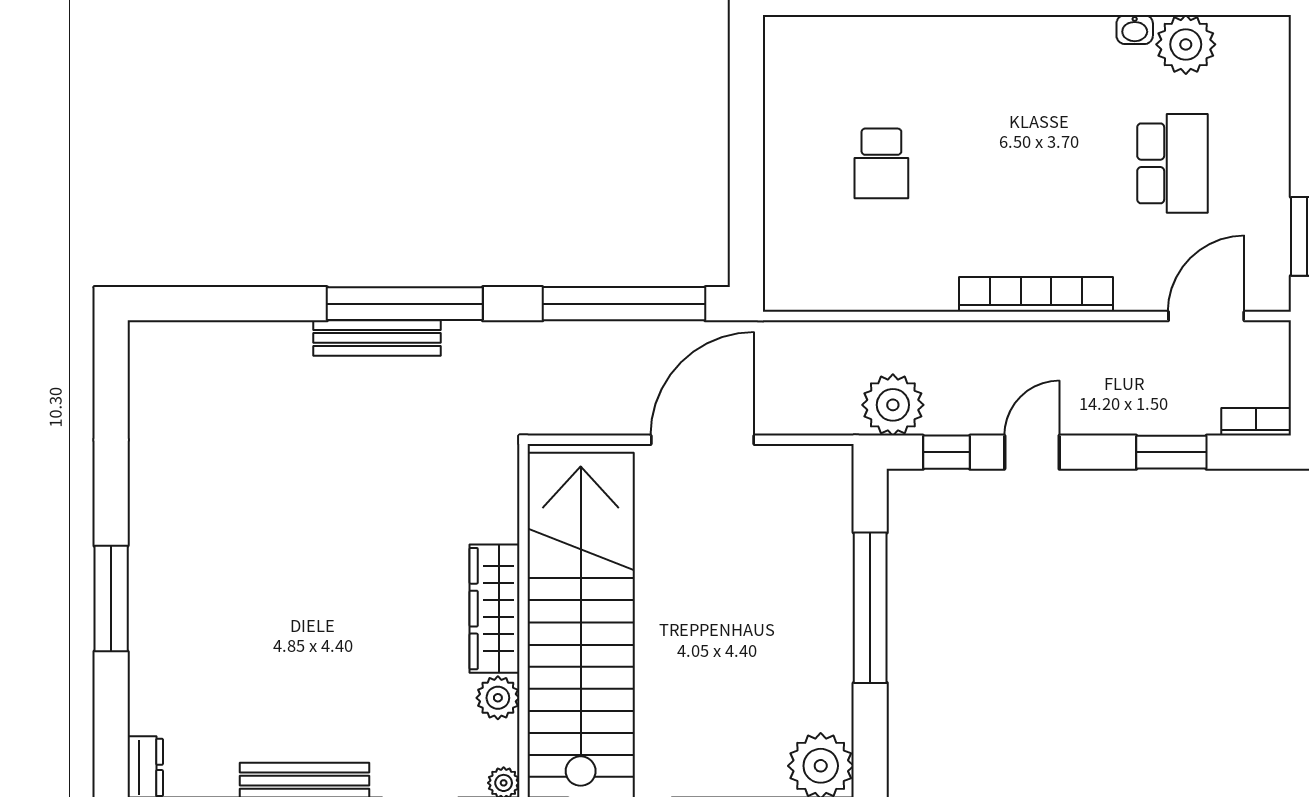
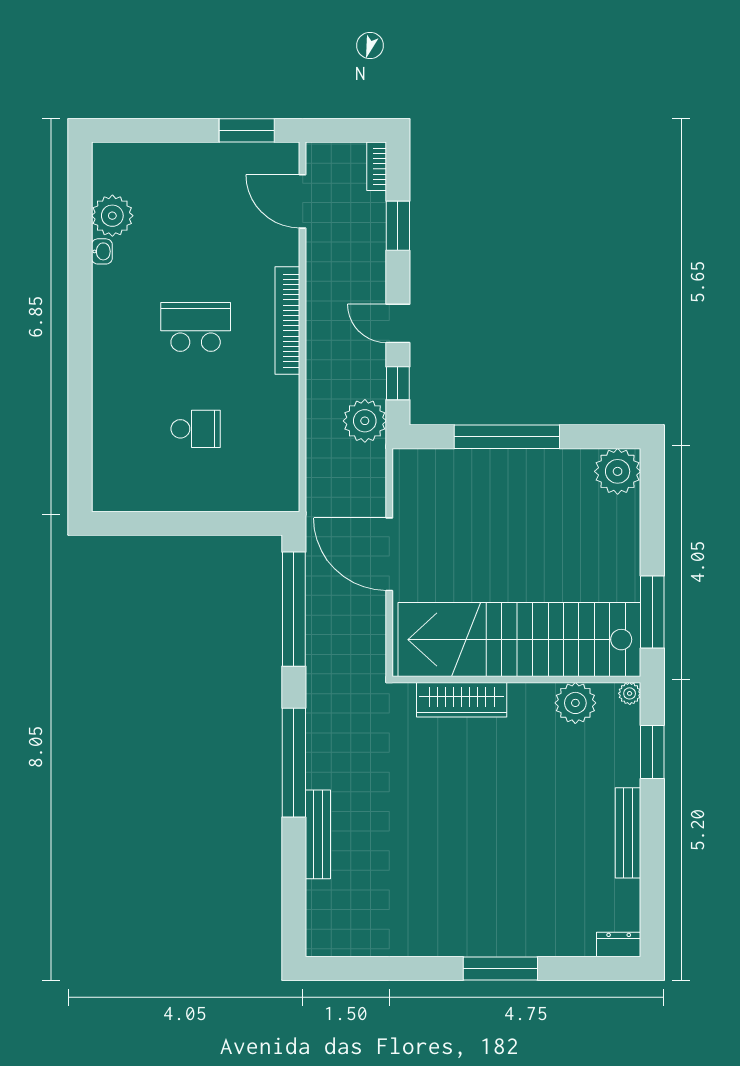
school desk: (1172, 163) -> (196, 327), moved
bench: (377, 338) -> (318, 834), moved
wardrobe: (495, 609) -> (462, 700), moved
plant: (498, 698) -> (575, 703), width x1.36, depth x1.36

